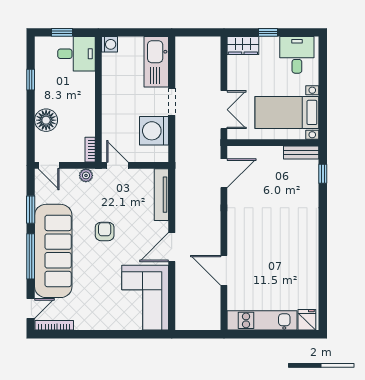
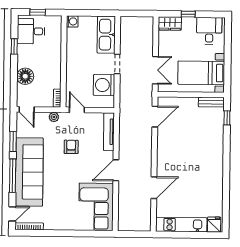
desk: (76, 54) -> (31, 31), moved, turned 180
armchair: (105, 231) -> (71, 147), moved
door: (224, 270) -> (154, 188), swing flipped

